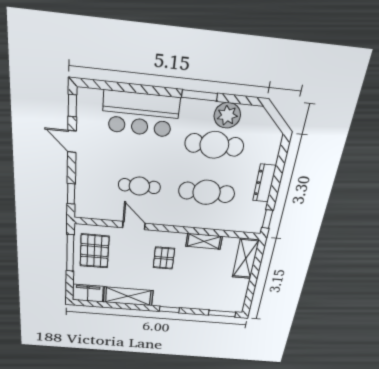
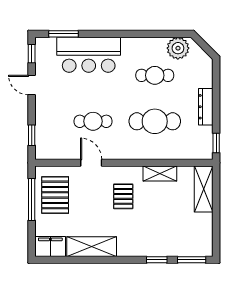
window: (200, 95) -> (64, 34), moved
plant: (227, 115) -> (178, 48), moved
cafe table: (214, 145) -> (155, 75), width x0.73, depth x0.74
window: (169, 310) -> (157, 260), moved

